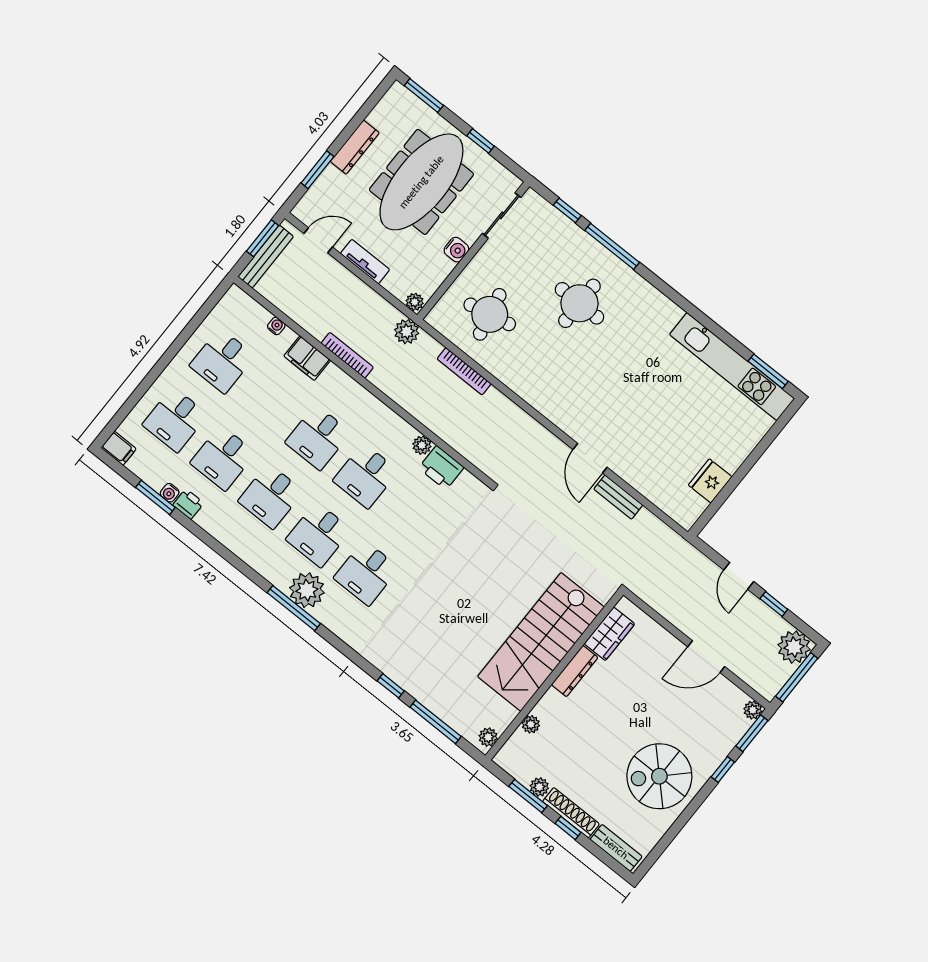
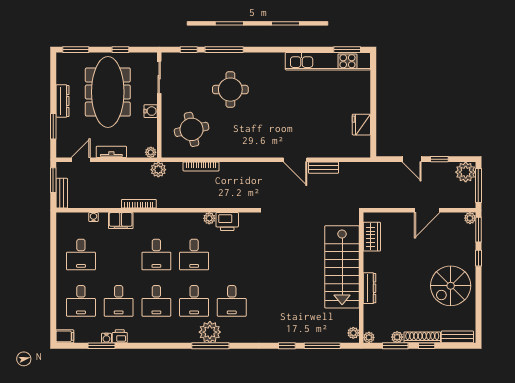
bench: (266, 257) -> (62, 193), width x0.73
dresser: (575, 671) -> (369, 288), moved
plant: (531, 724) -> (369, 337), moved

